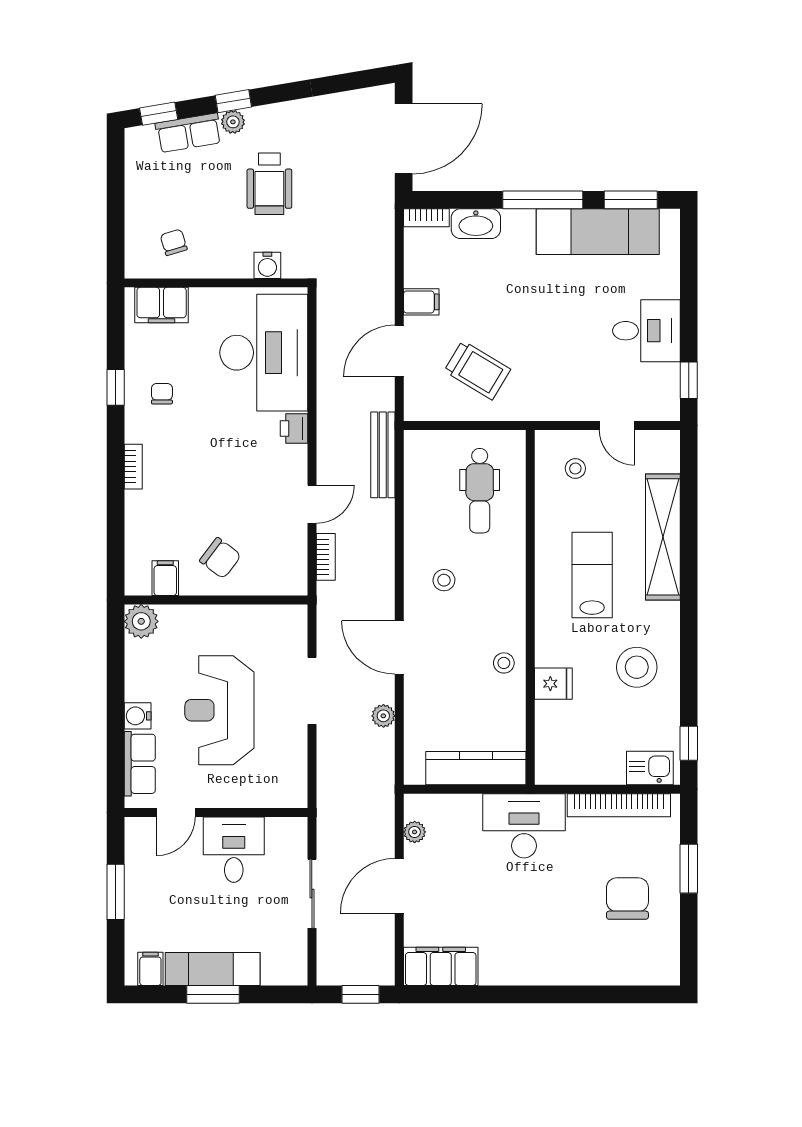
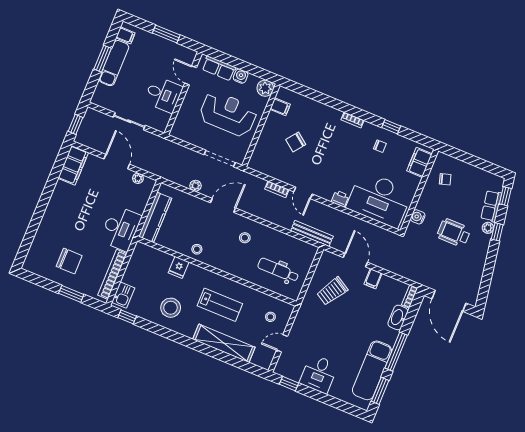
filing cabinet: (165, 578) -> (280, 107), moved
wall: (216, 600) -> (261, 125), moved
plant: (141, 621) -> (265, 88), moved

